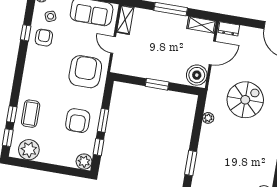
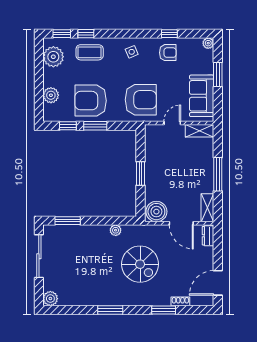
side table: (51, 16) -> (132, 52), moved
armchair: (78, 121) -> (91, 101), width x1.36, depth x1.36
plant: (84, 162) -> (51, 95), moved

